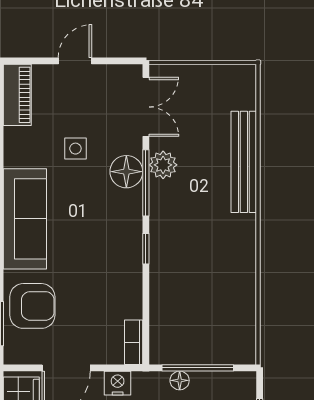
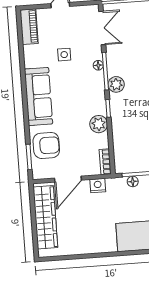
plant: (163, 165) -> (116, 84), moved
floor lamp: (126, 172) -> (98, 65), width x0.53, depth x0.53
plant: (127, 275) -> (99, 124), added

